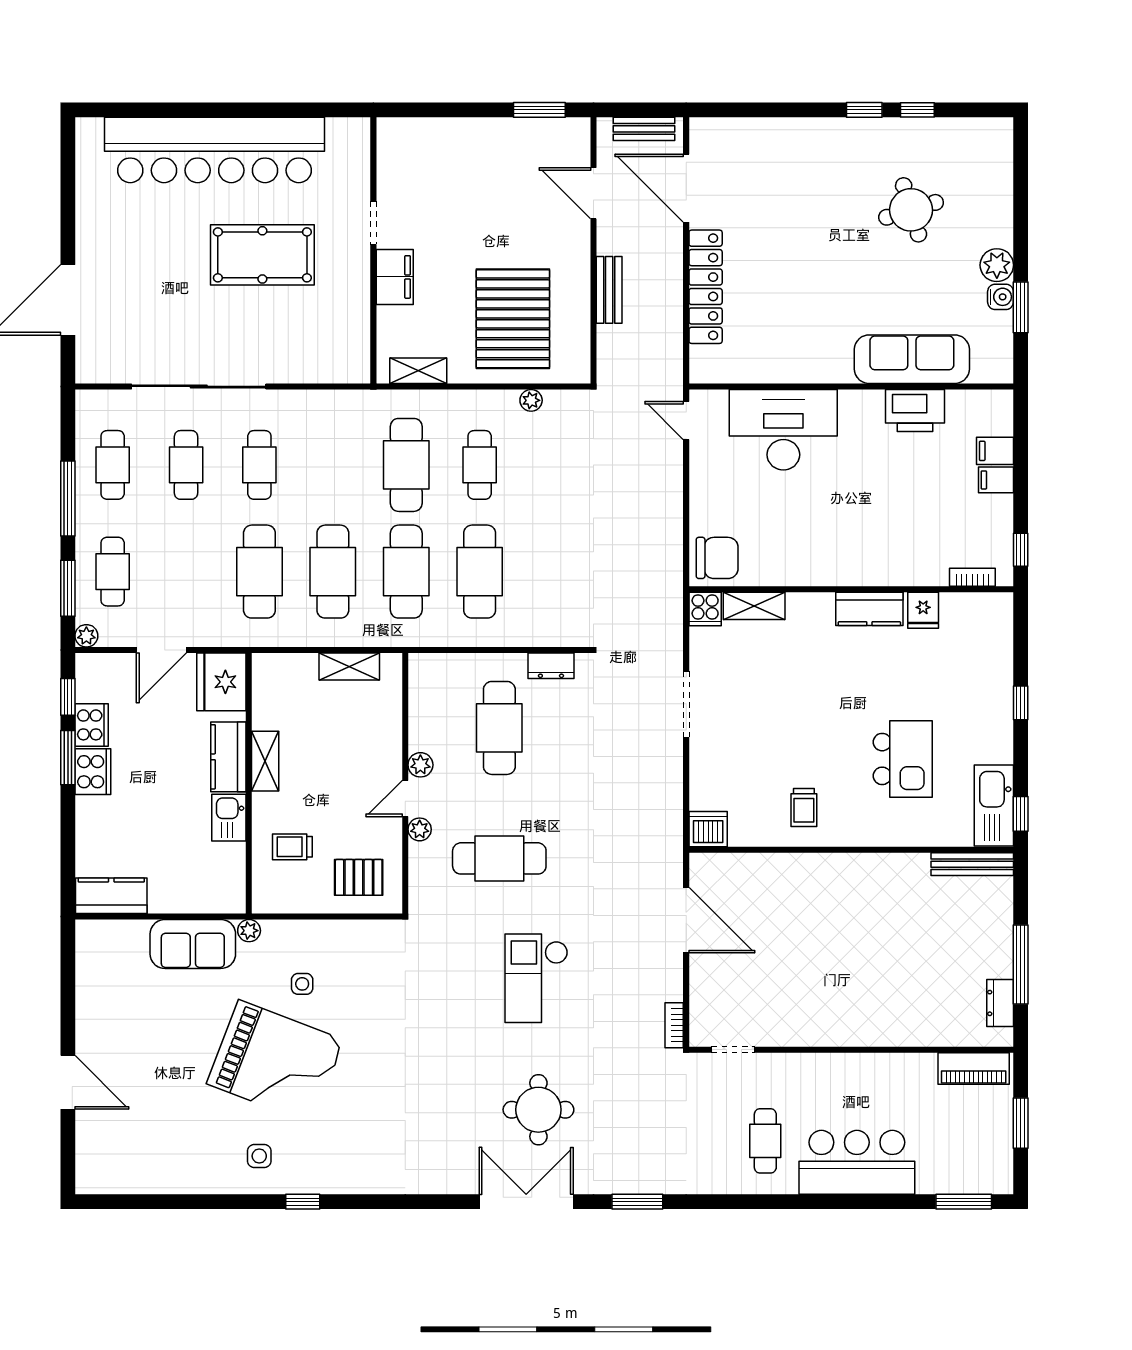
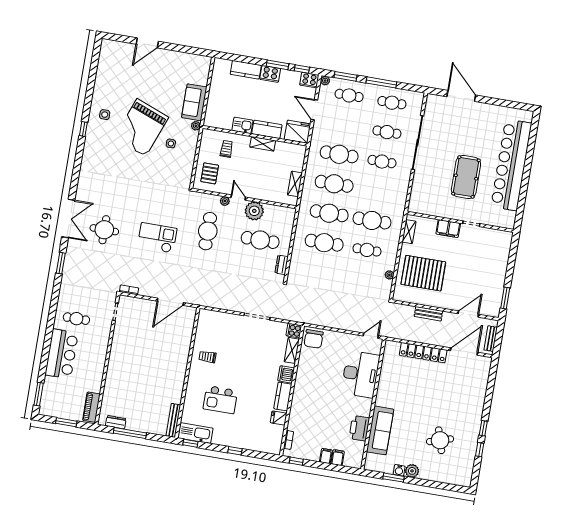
cooker: (92, 725) -> (309, 80), moved
plant: (420, 765) -> (254, 211), width x1.88, depth x1.88
dishwasher: (708, 829) -> (286, 374), moved, turned 180
kitchen counter: (111, 896) -> (246, 70), moved, turned 90

